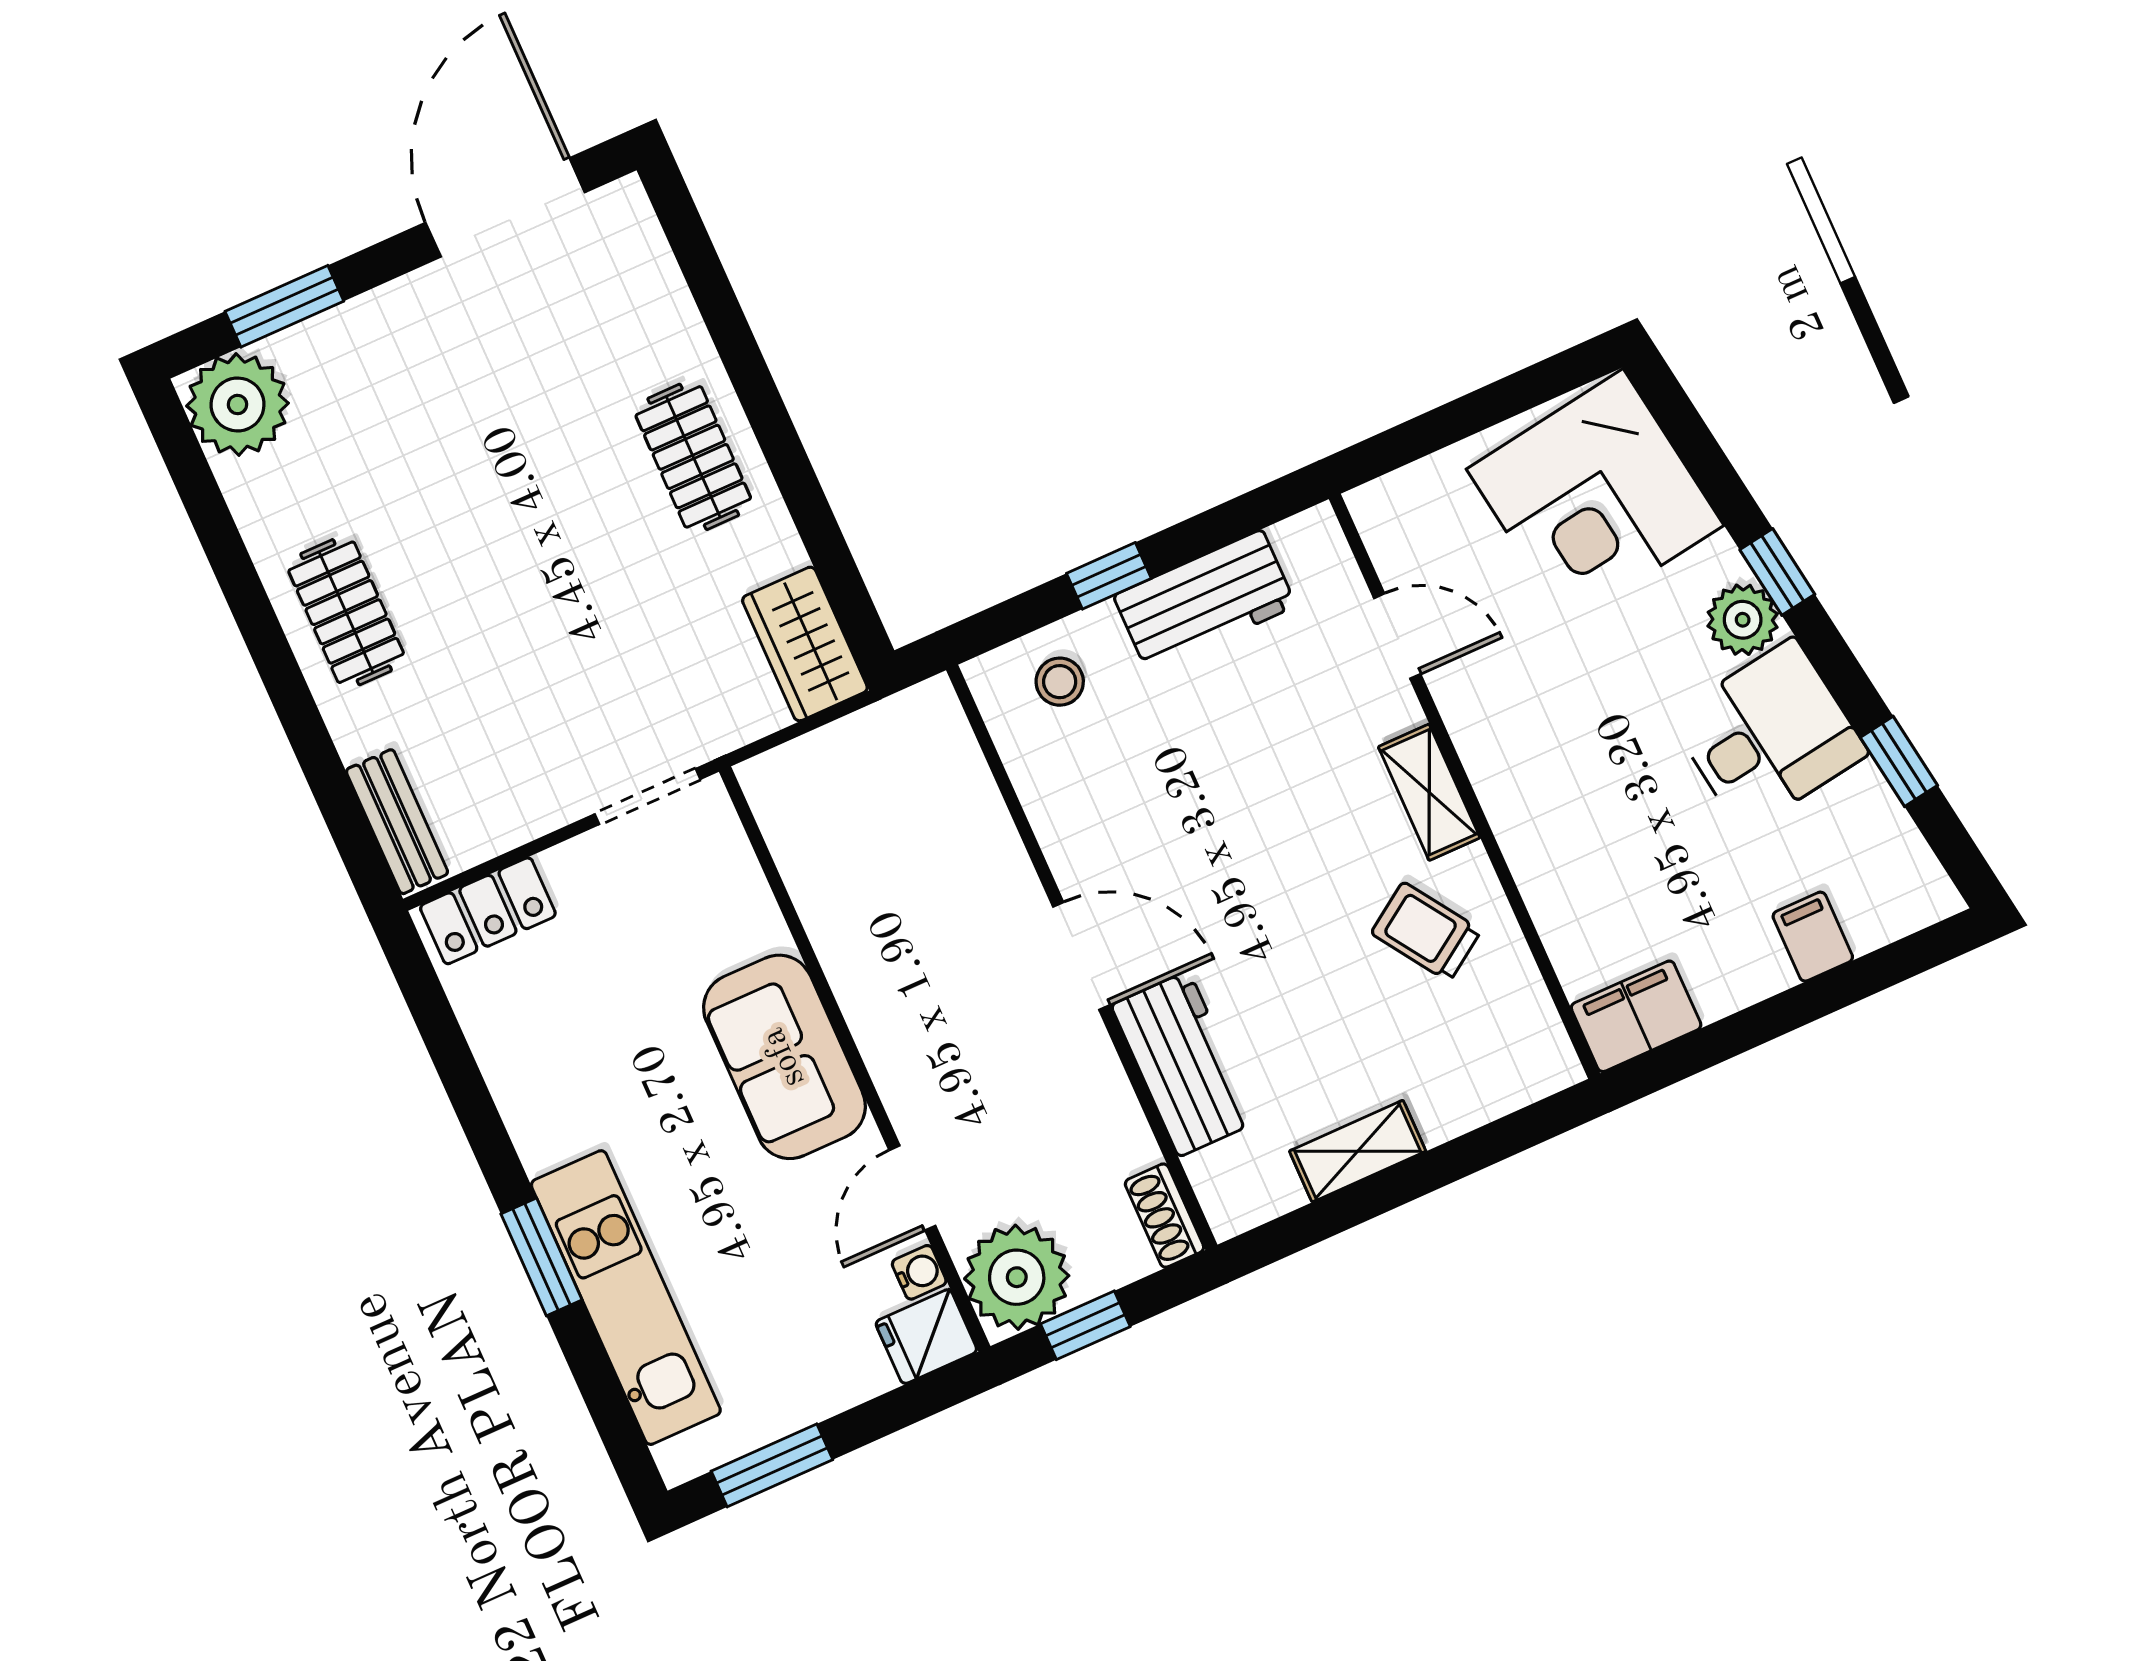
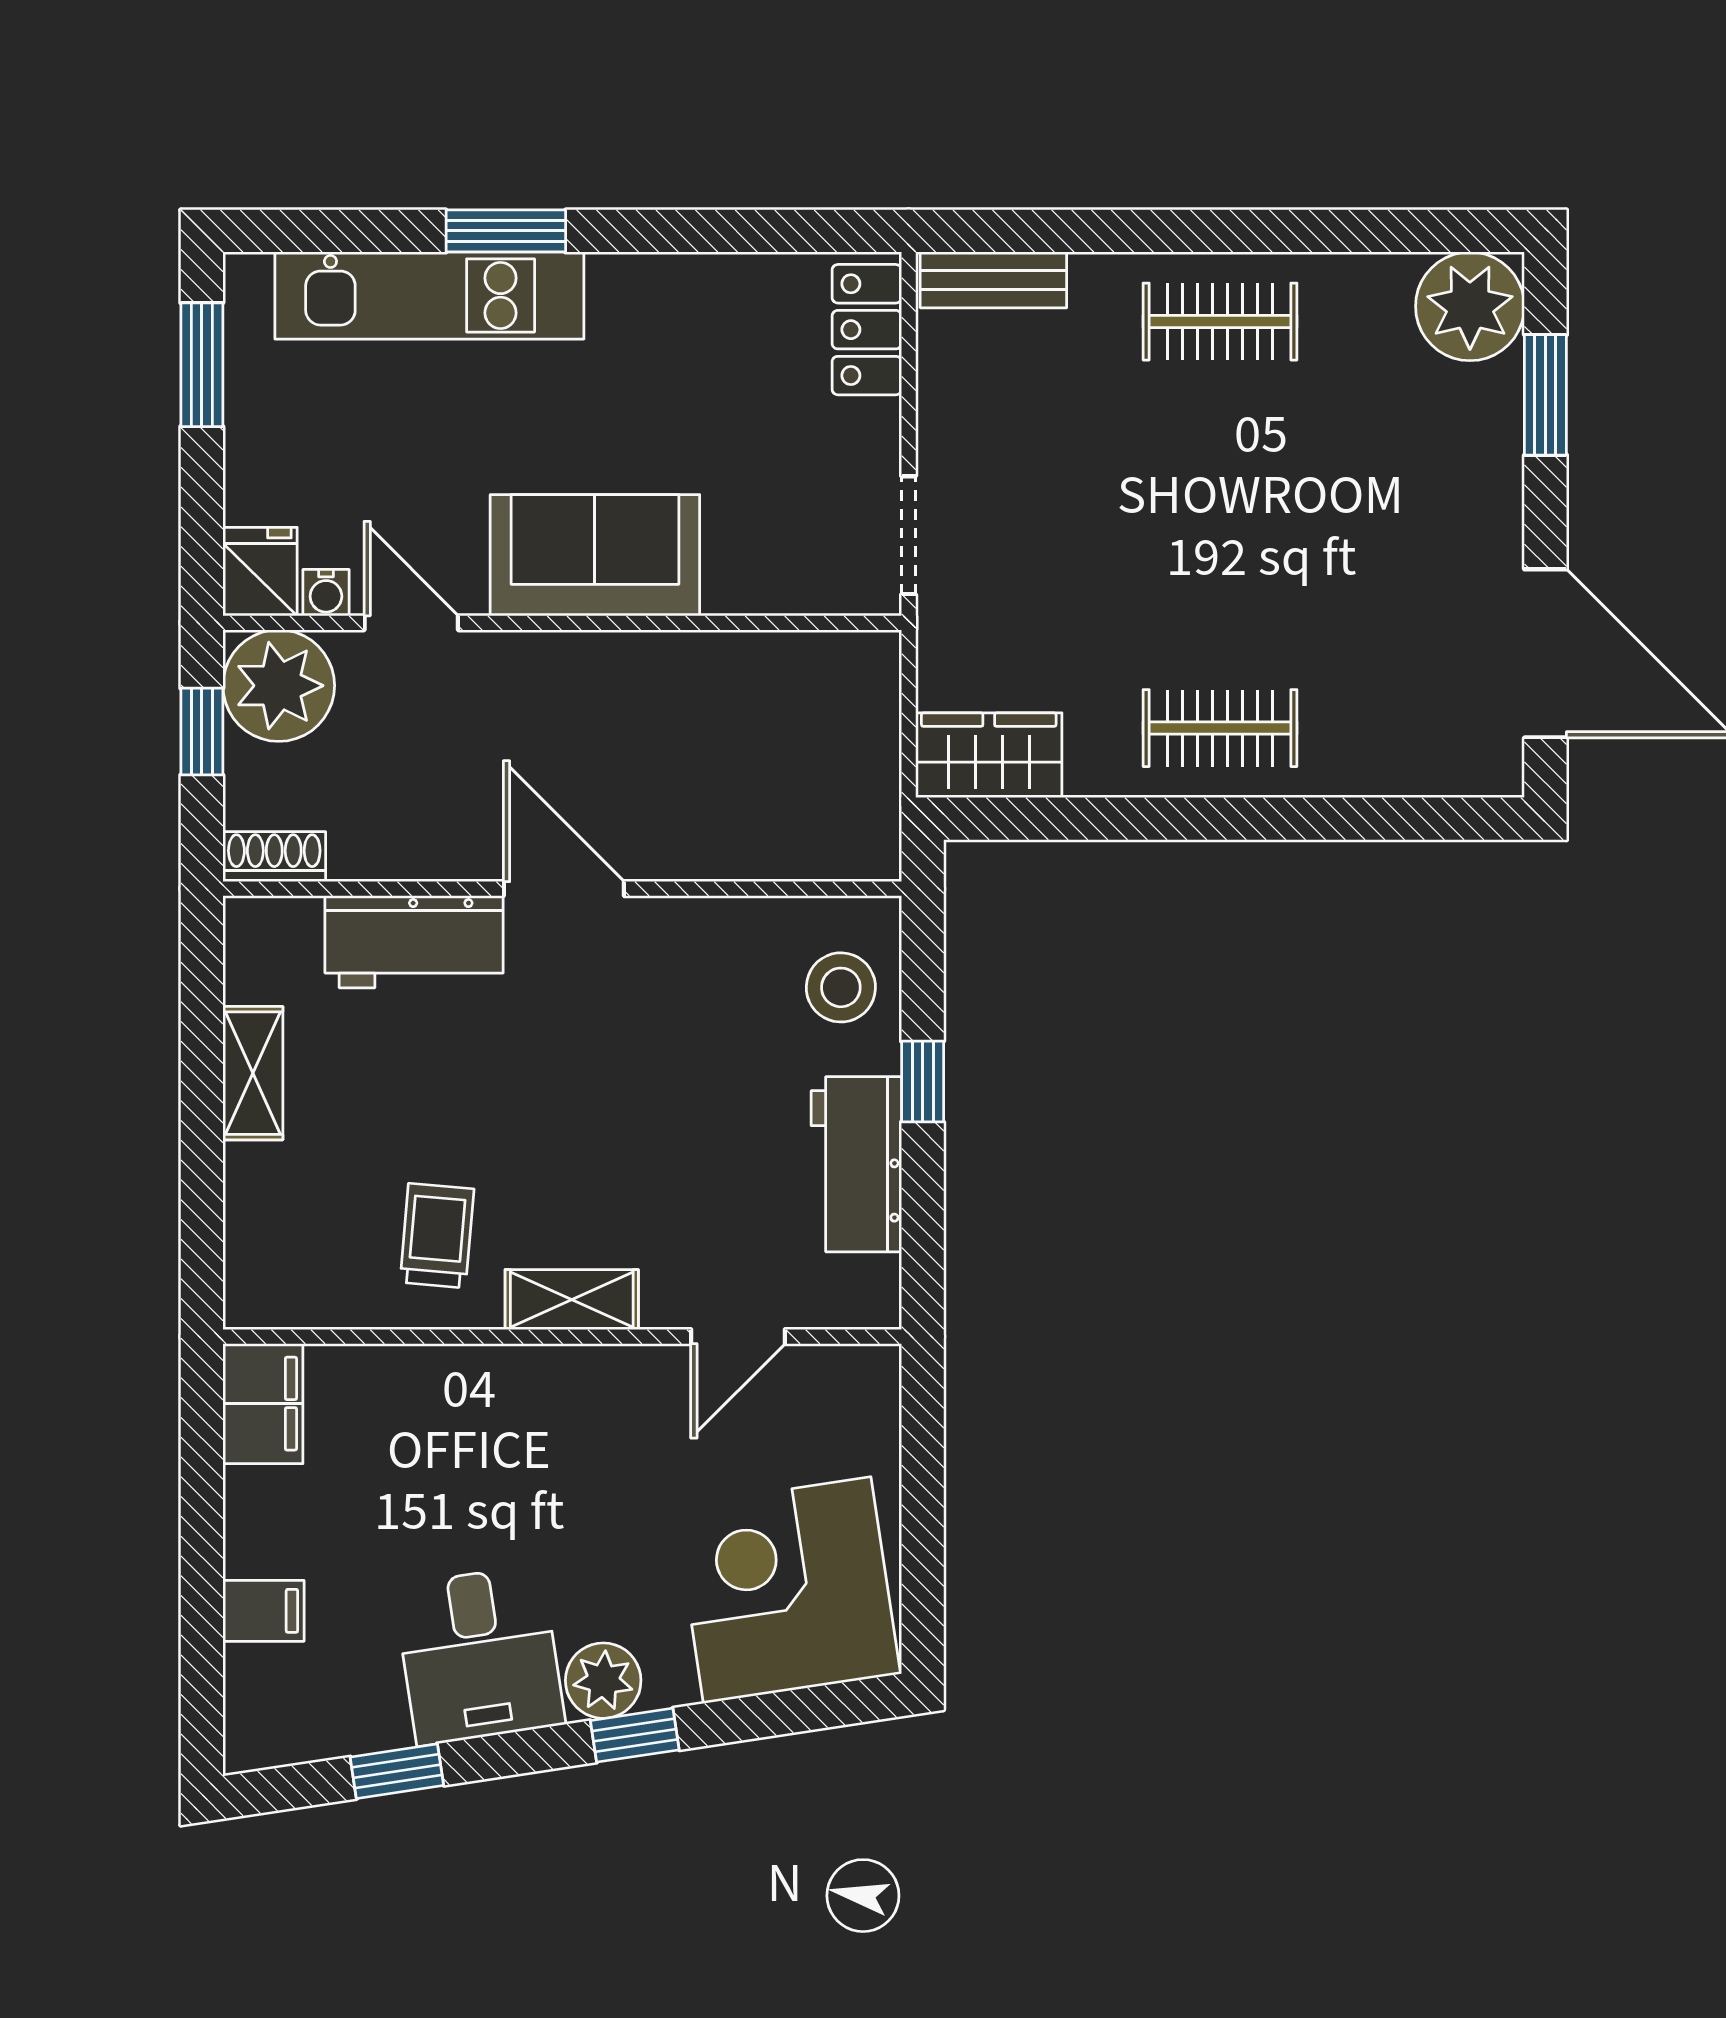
stool: (1060, 682) -> (841, 987), width x1.37, depth x1.37
trolley: (1426, 932) -> (437, 1236), turned -51
door: (1081, 956) -> (564, 889), swing flipped

